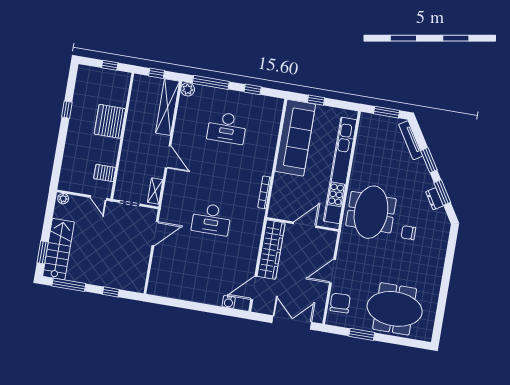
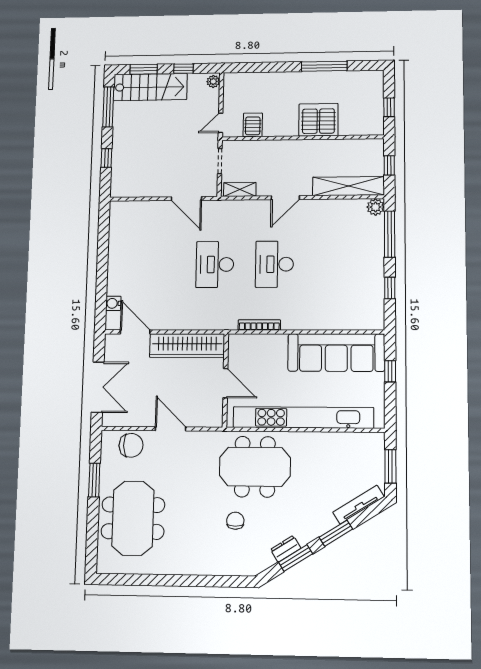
window: (67, 110) -> (324, 66), width x2.17
desk: (227, 128) -> (274, 264), moved
window: (48, 220) -> (184, 69), added

